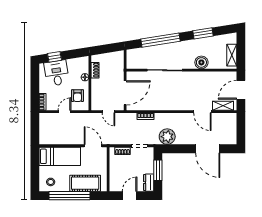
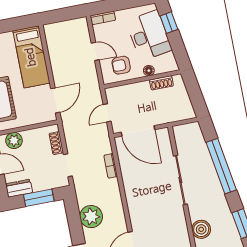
desk: (57, 73) -> (149, 35), width x1.37
plant: (167, 137) -> (91, 217), moved
plant: (115, 180) -> (14, 141), added

